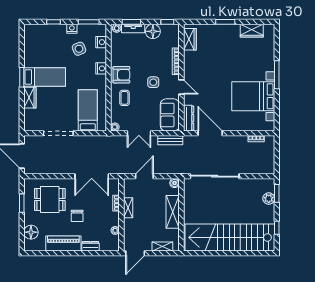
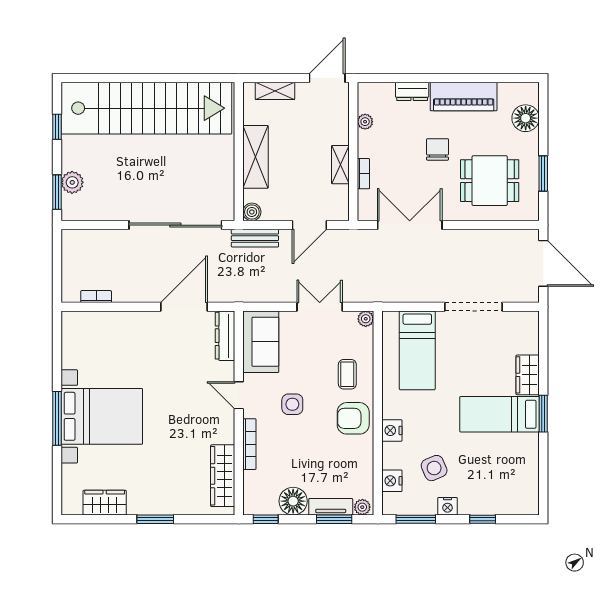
wardrobe: (190, 39) -> (223, 476), width x1.50
bed with nightstands: (253, 96) -> (102, 416), moved
door: (210, 133) -> (184, 307), swing flipped
bench: (170, 140) -> (255, 238), moved

